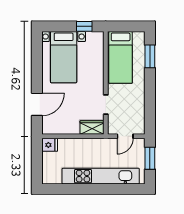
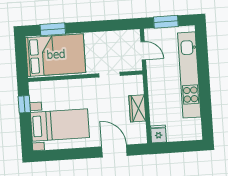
bed: (121, 57) -> (56, 55), width x1.50
wardrobe: (92, 128) -> (137, 108), moved

